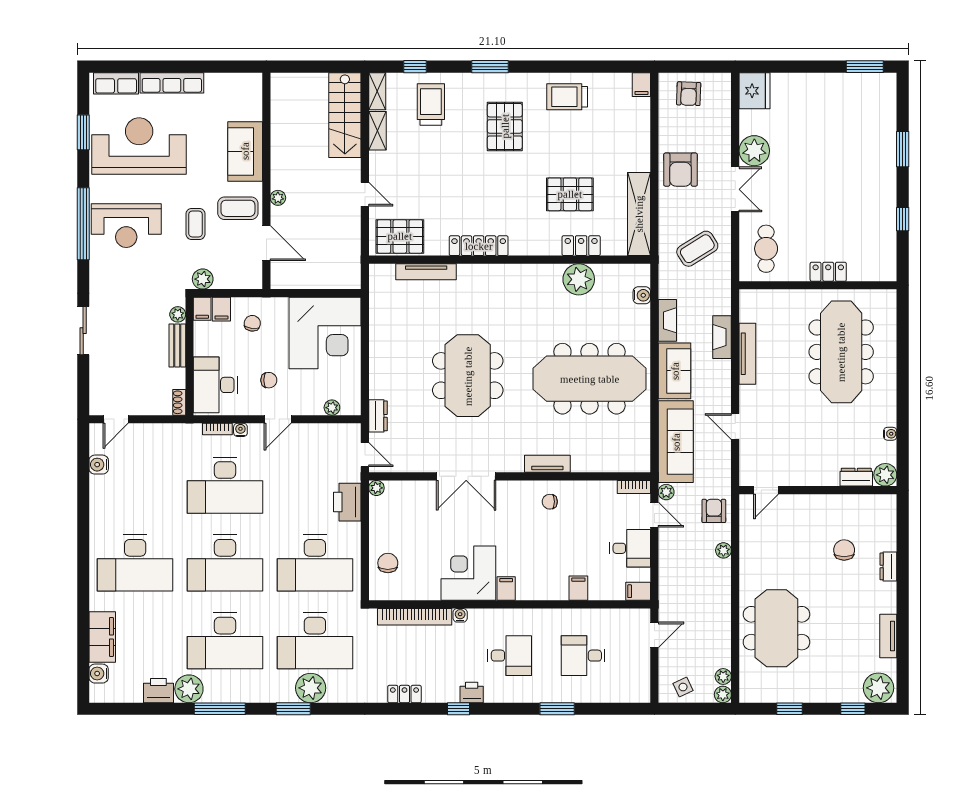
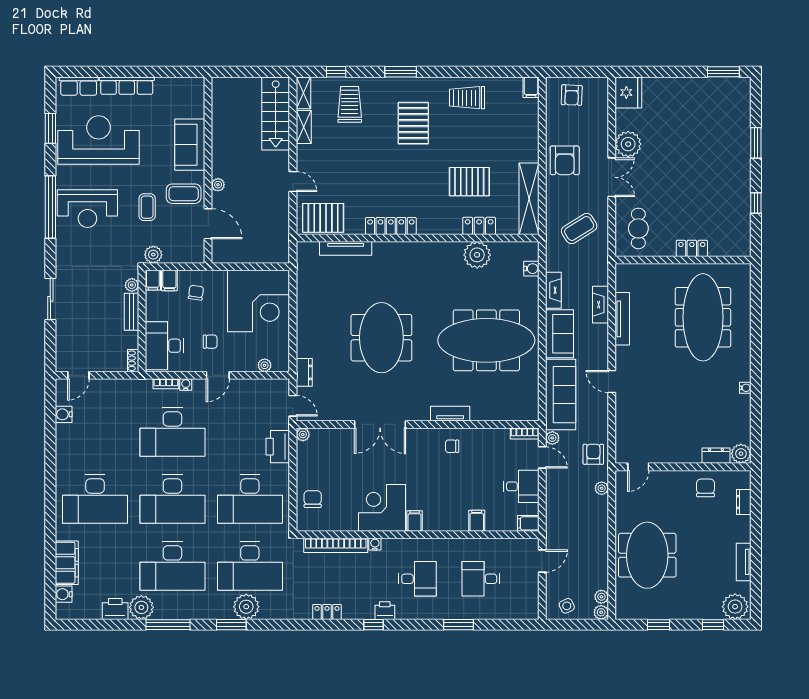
plant: (885, 475) -> (741, 454), moved
dresser: (856, 477) -> (716, 456), moved
door: (766, 490) -> (638, 467), moved
wall: (818, 490) -> (683, 467), moved

